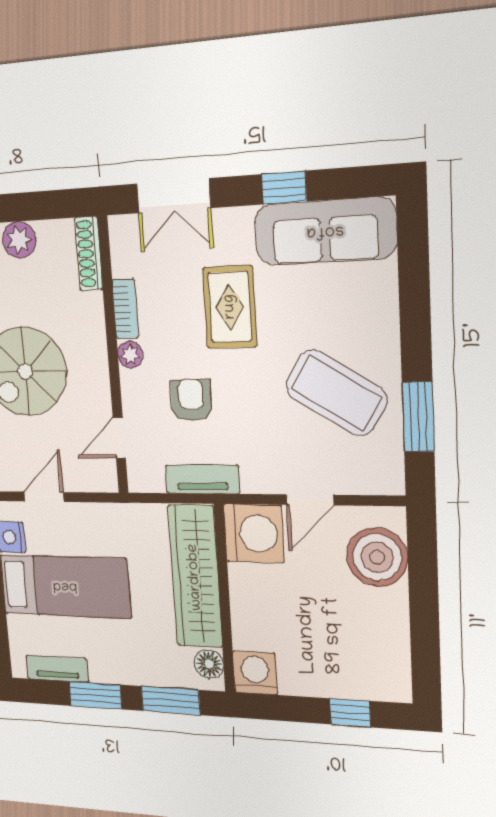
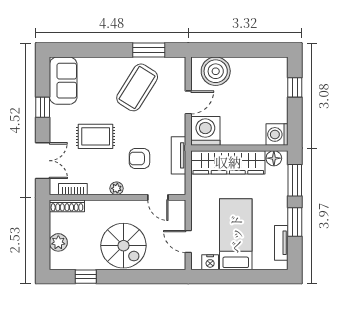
sofa: (325, 231) -> (63, 81), width x0.73
bookcase: (125, 309) -> (73, 189), moved
door: (310, 500) -> (188, 102), hinge flipped

